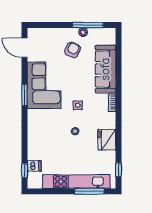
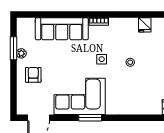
window: (88, 25) -> (13, 48), width x0.69
armchair: (73, 50) -> (33, 75), moved, turned 64
fridge: (107, 140) -> (145, 25), width x0.53, depth x0.75

